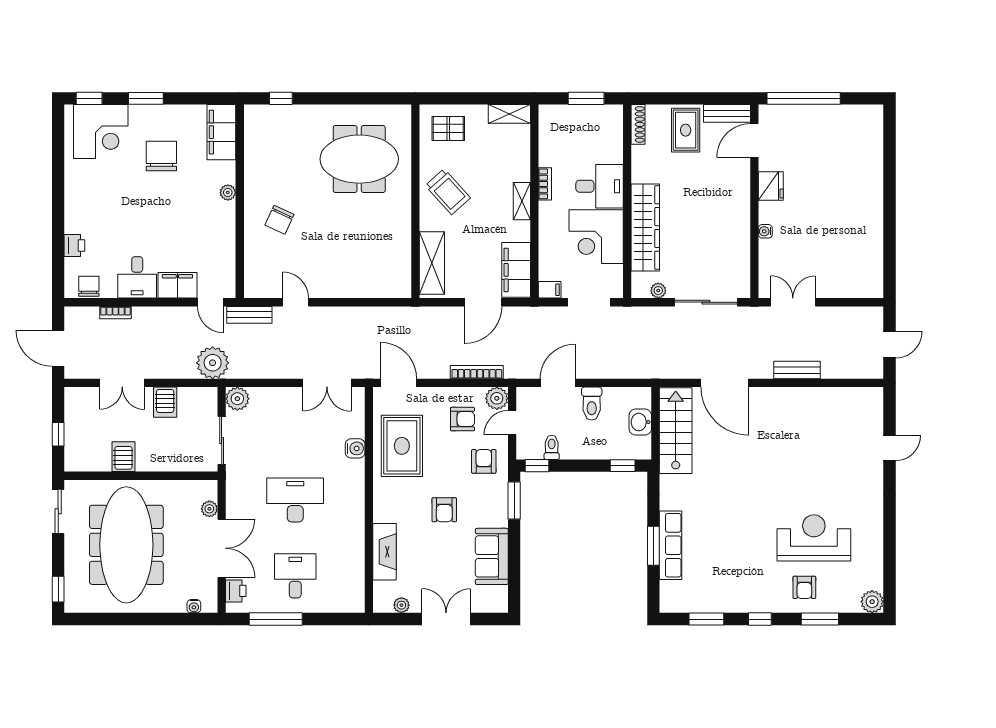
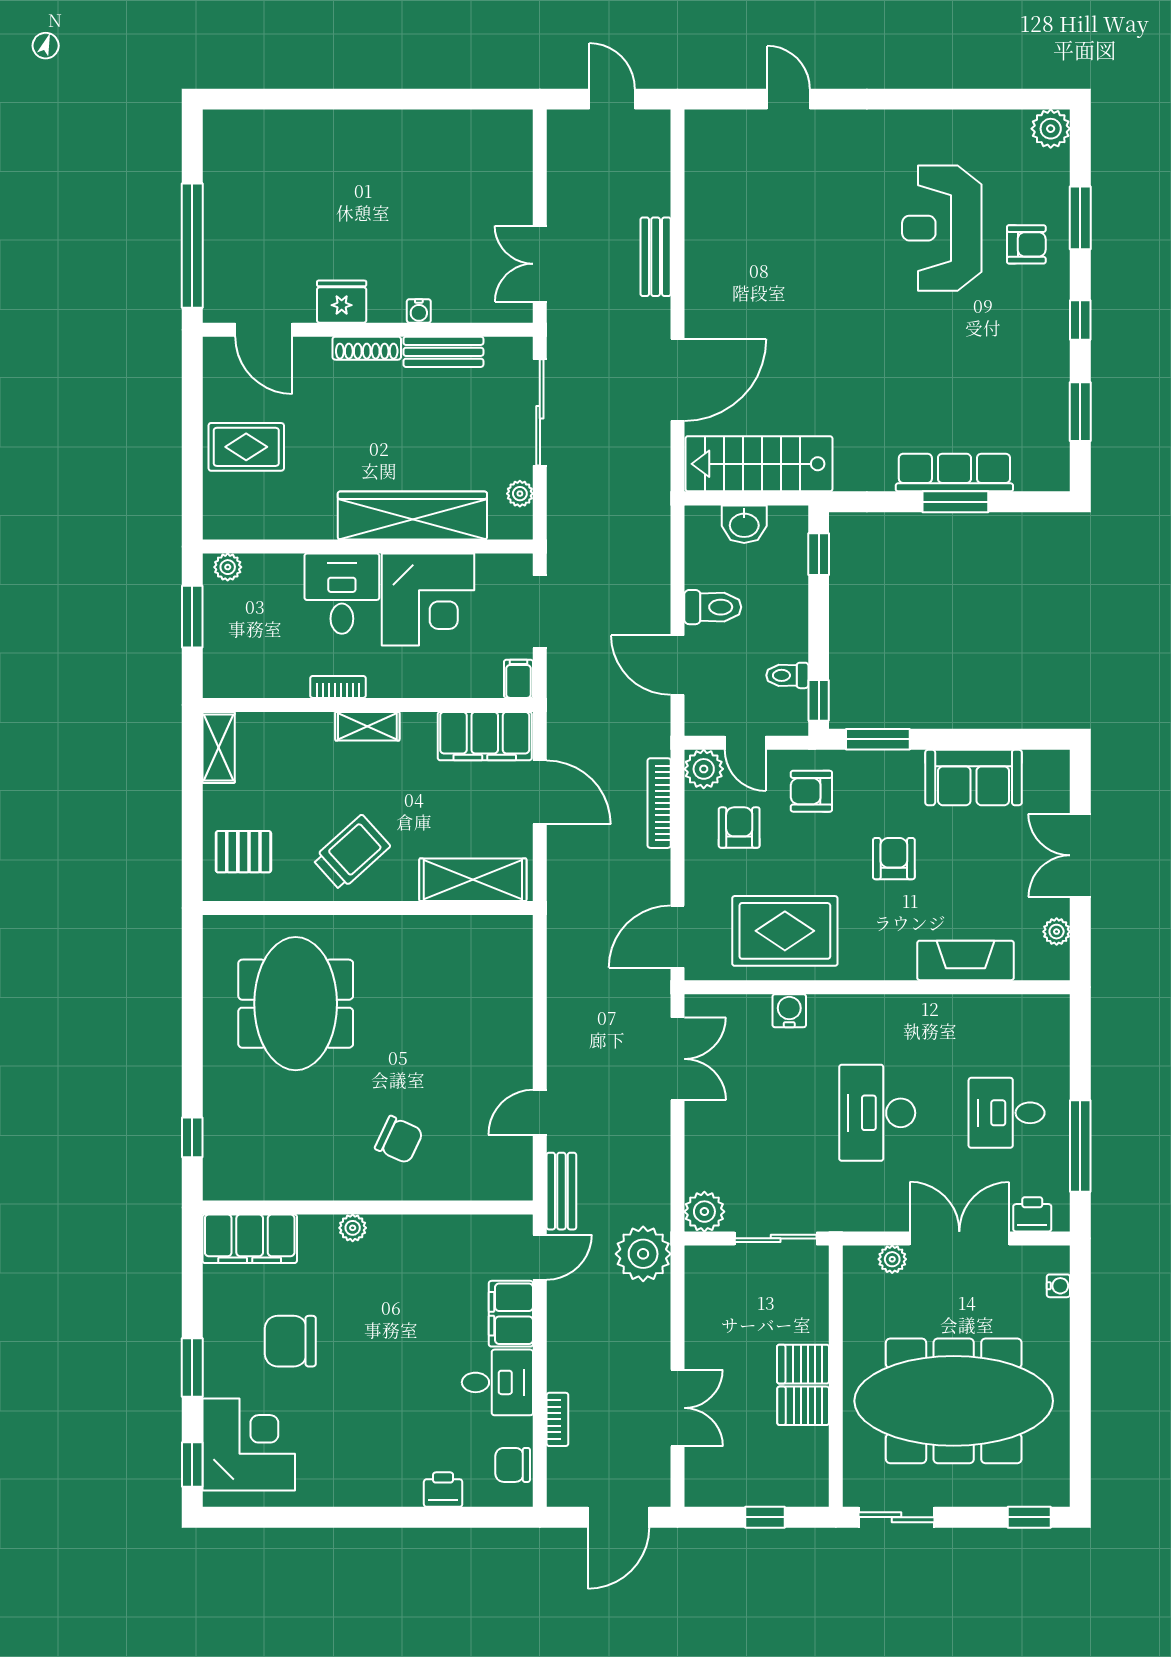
bench: (727, 113) -> (443, 352), moved, turned 90
plant: (615, 119) -> (228, 567), added
shoe rack: (638, 124) -> (367, 348), moved, turned 180
pallet: (448, 128) -> (243, 852), turned 90
server rack: (165, 402) -> (803, 1364), moved, turned 180
armchair: (444, 510) -> (894, 859), turned -90

